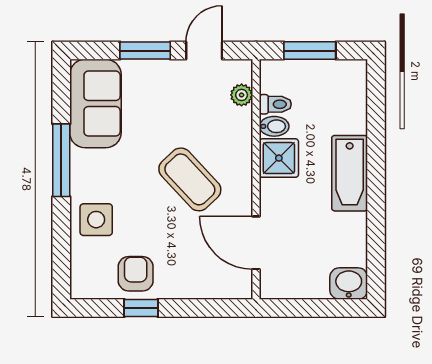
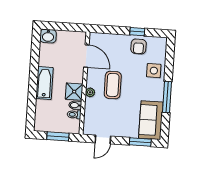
window: (145, 51) -> (140, 142), moved
plant: (242, 95) -> (90, 92), moved
coffee table: (190, 179) -> (113, 85), turned 43

